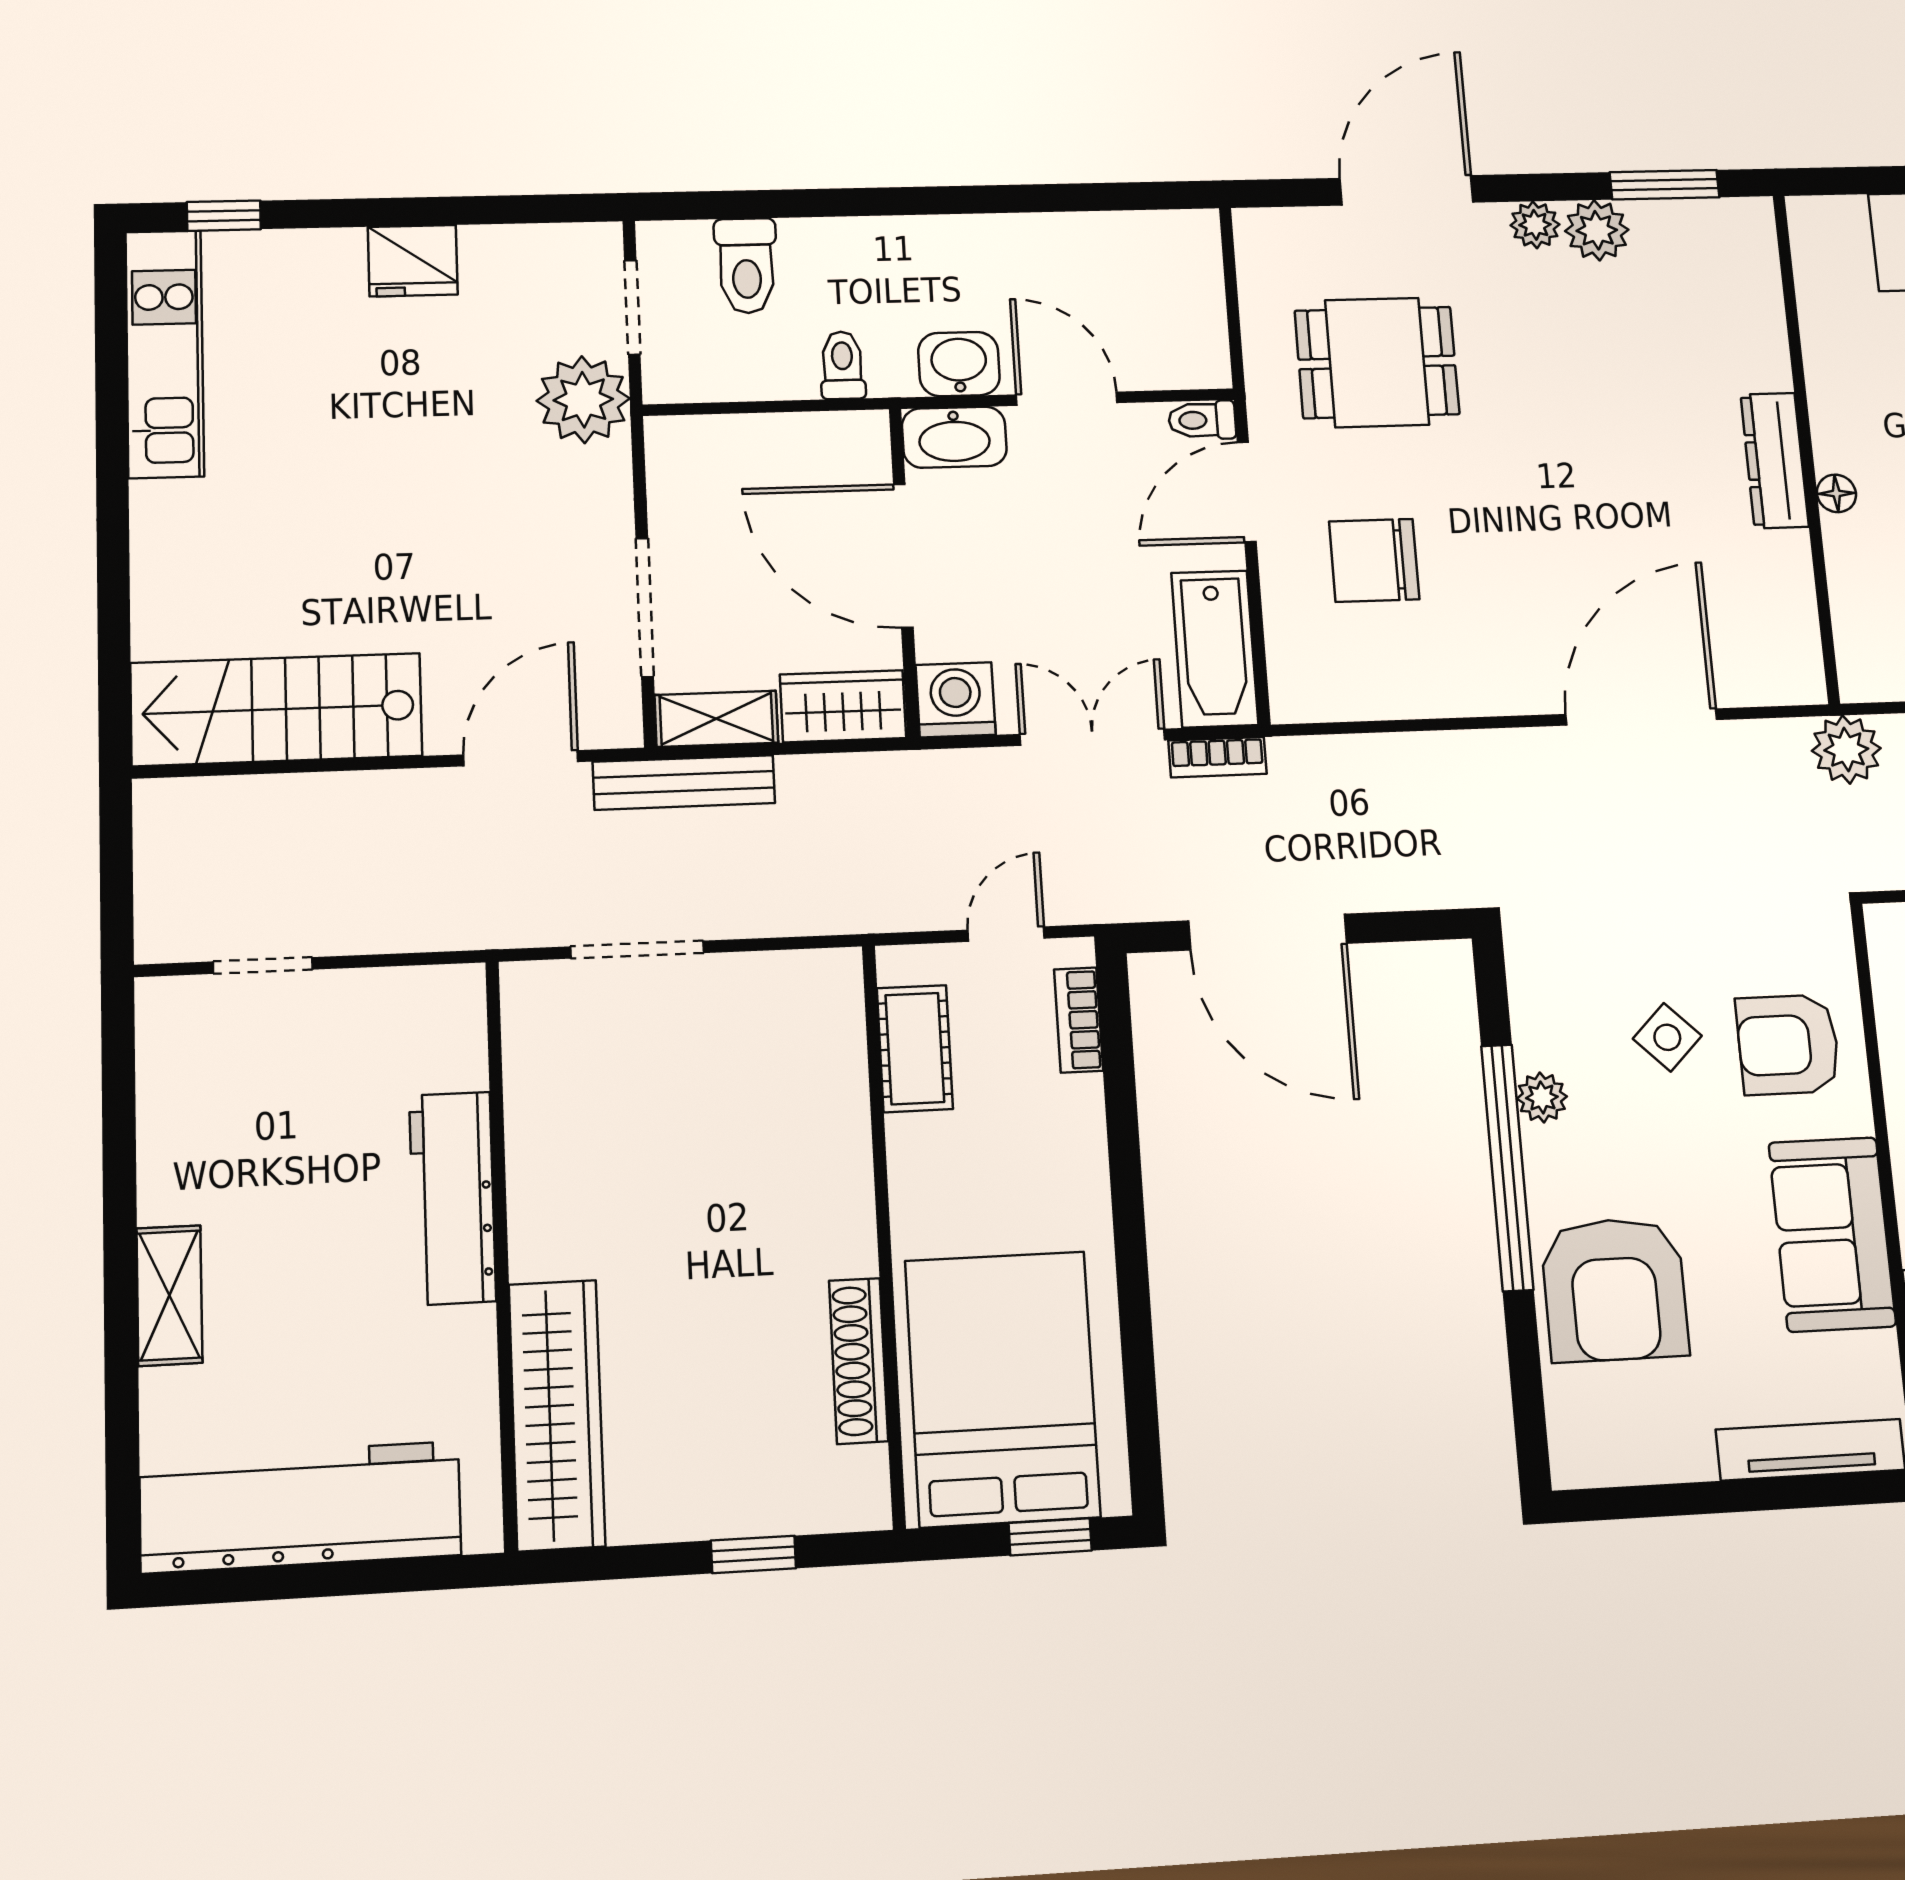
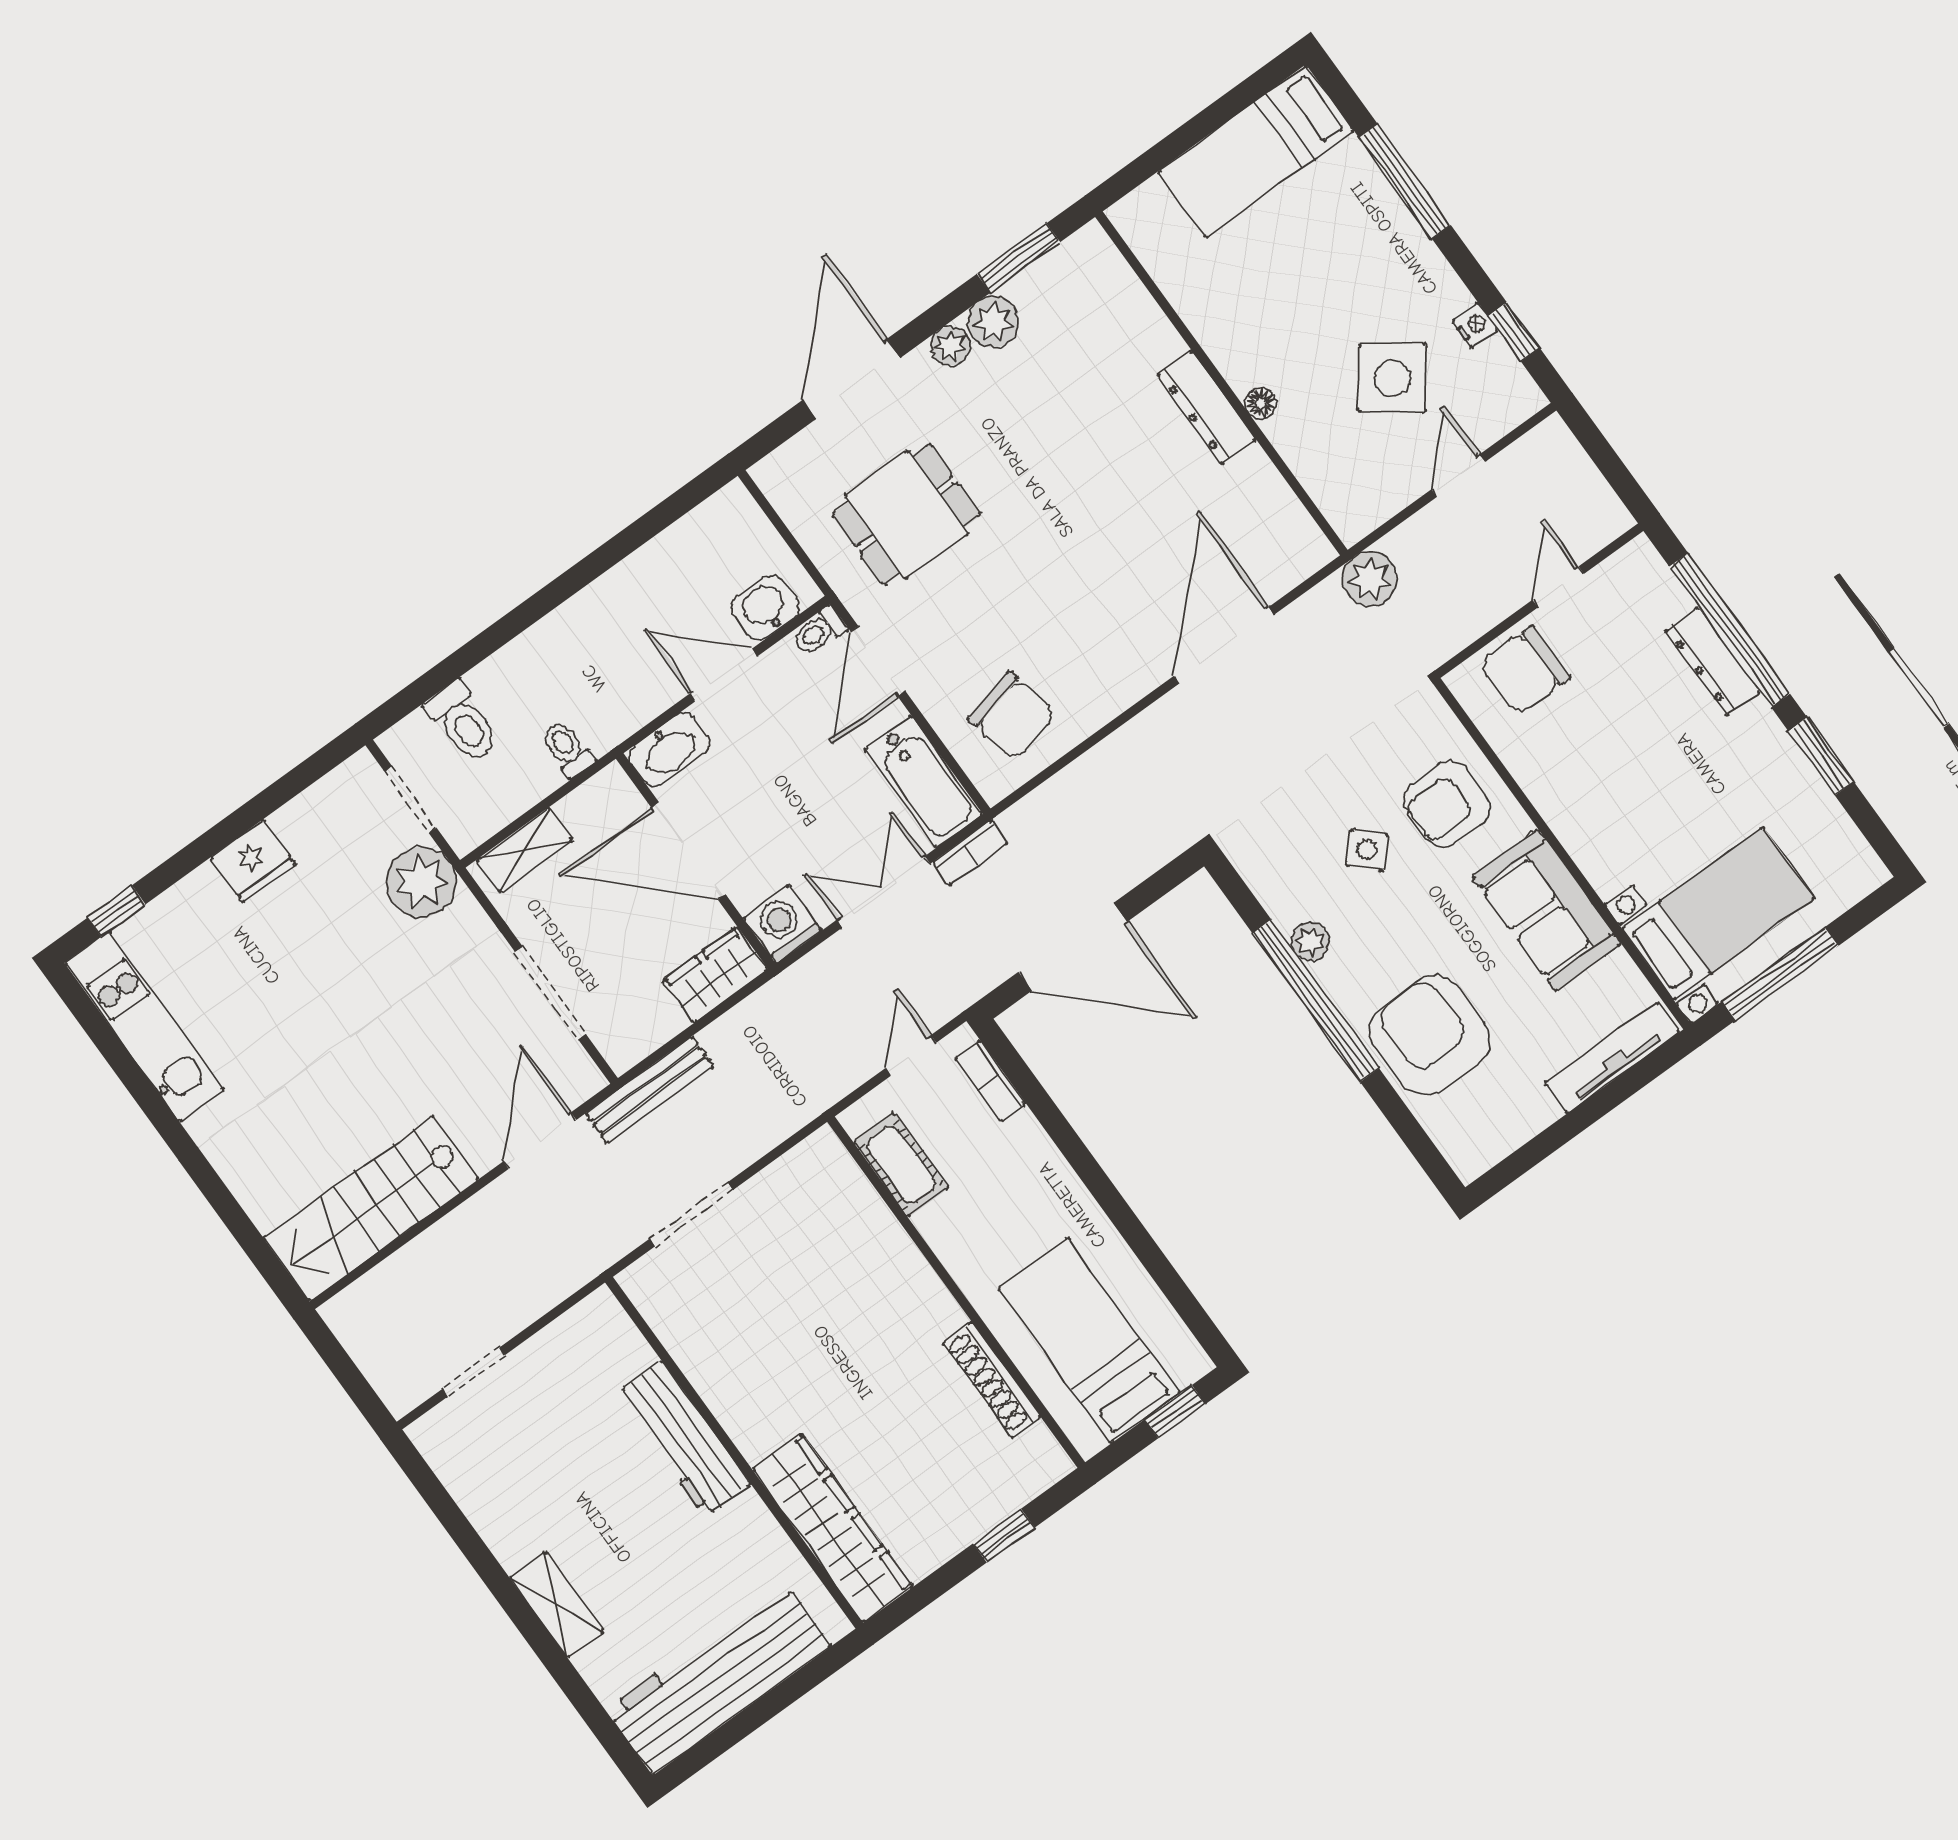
washbasin: (959, 364) -> (765, 607), moved
chair: (1374, 560) -> (1012, 716), moved, turned -103
shelving: (716, 719) -> (524, 850), moved
armchair: (1615, 1289) -> (1429, 1035), turned 180
bed: (1002, 1388) -> (1089, 1341), width x0.67

